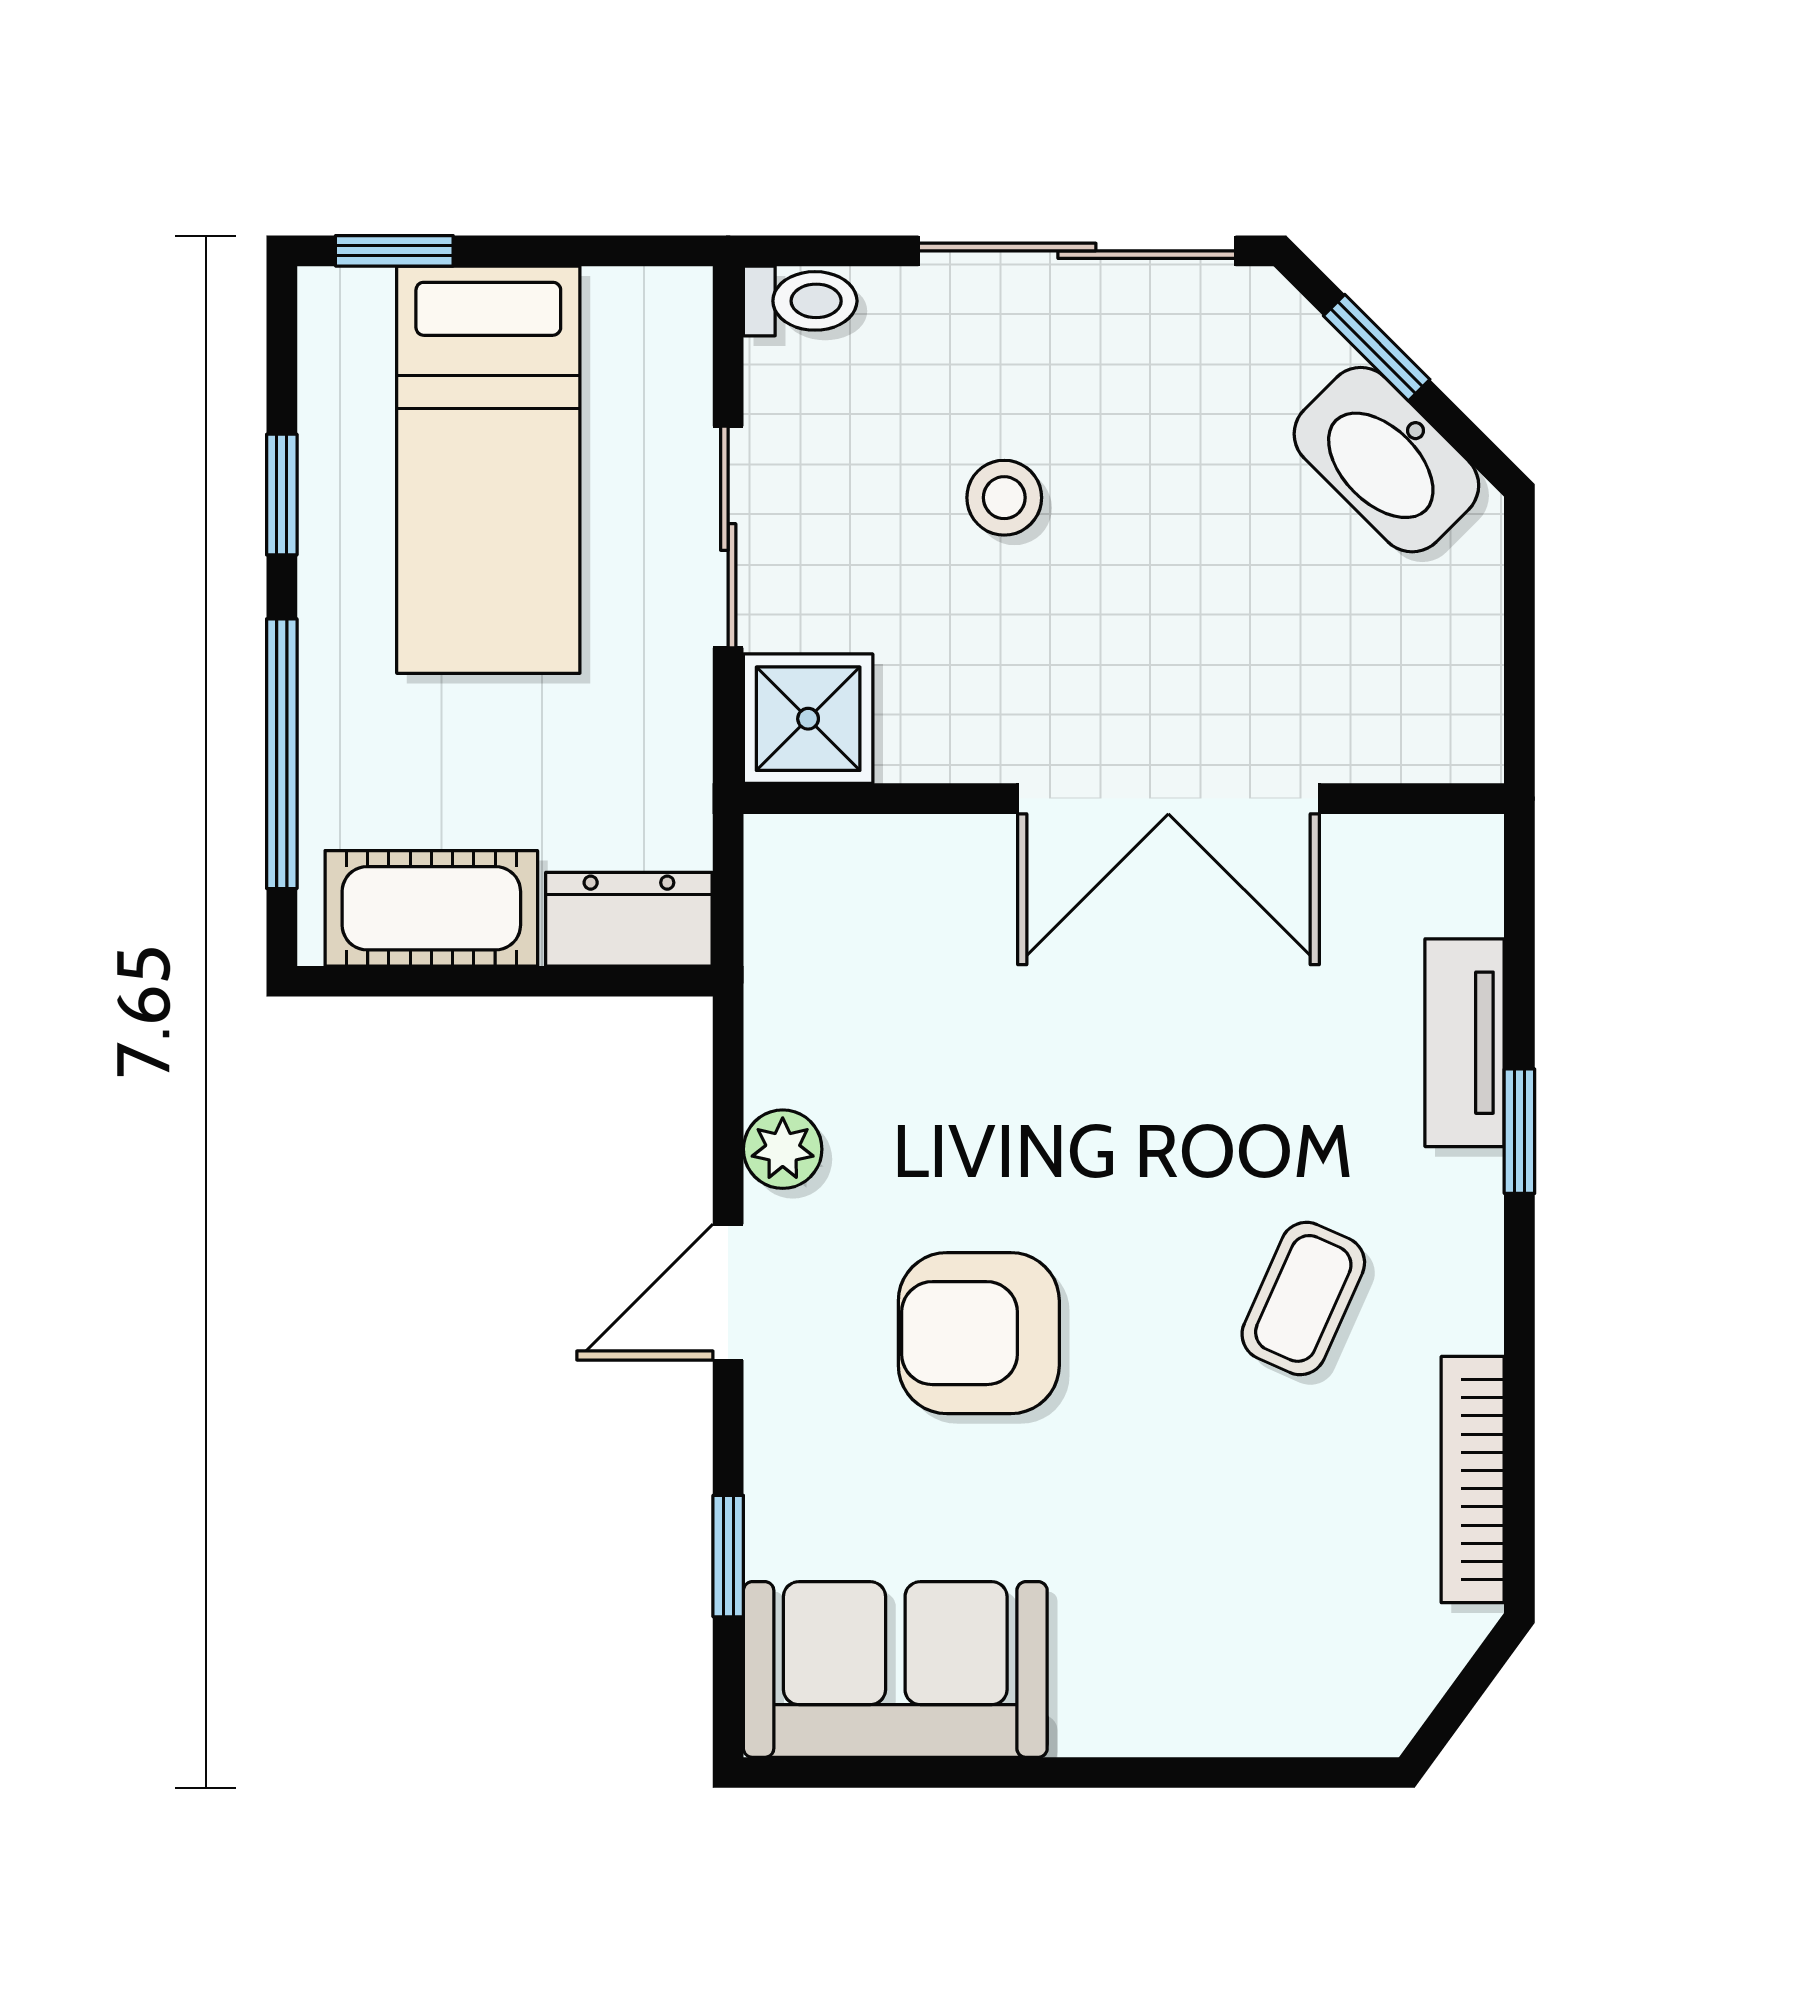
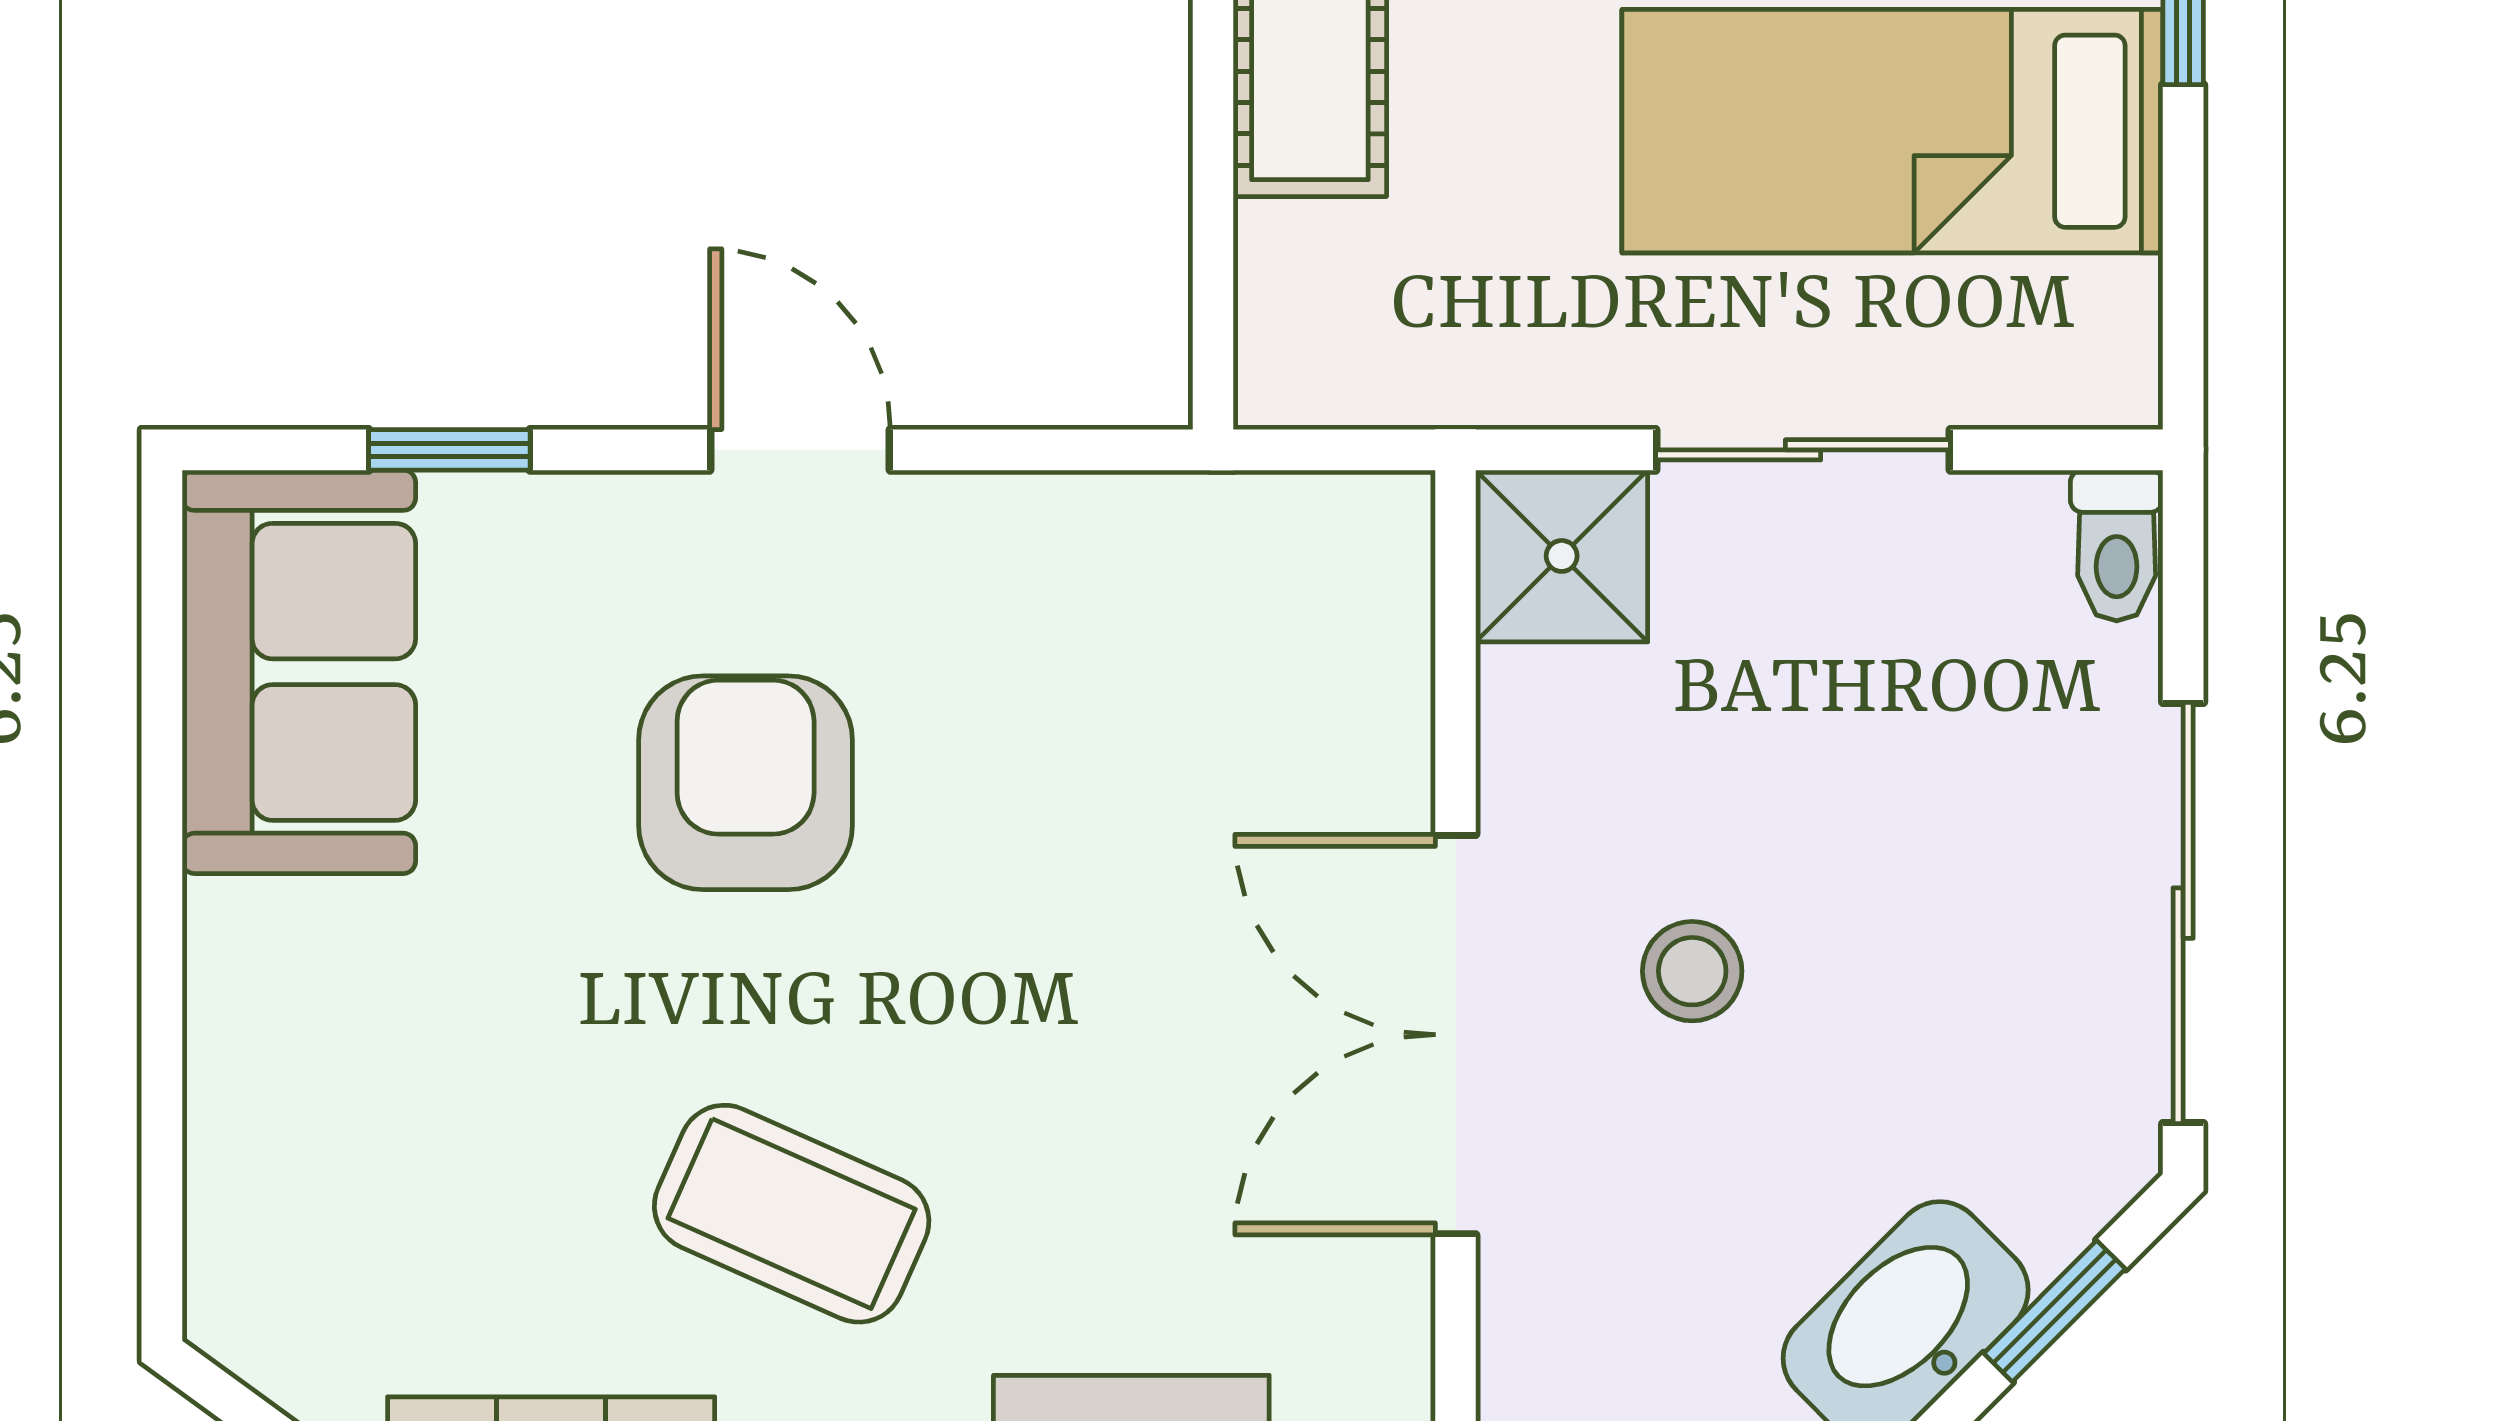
stool: (1004, 498) -> (1692, 971), moved
dresser: (629, 919) -> (1295, 318), removed
plant: (783, 1149) -> (990, 522), removed
coffee table: (1303, 1298) -> (792, 1214), width x1.36, depth x1.30

